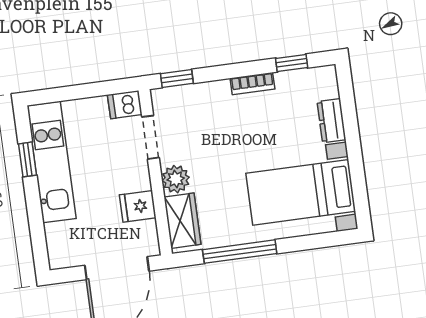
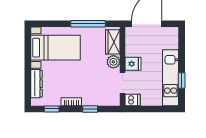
window: (177, 78) -> (90, 109), moved
dresser: (332, 121) -> (37, 84), width x1.44
fridge: (138, 206) -> (133, 64), moved

